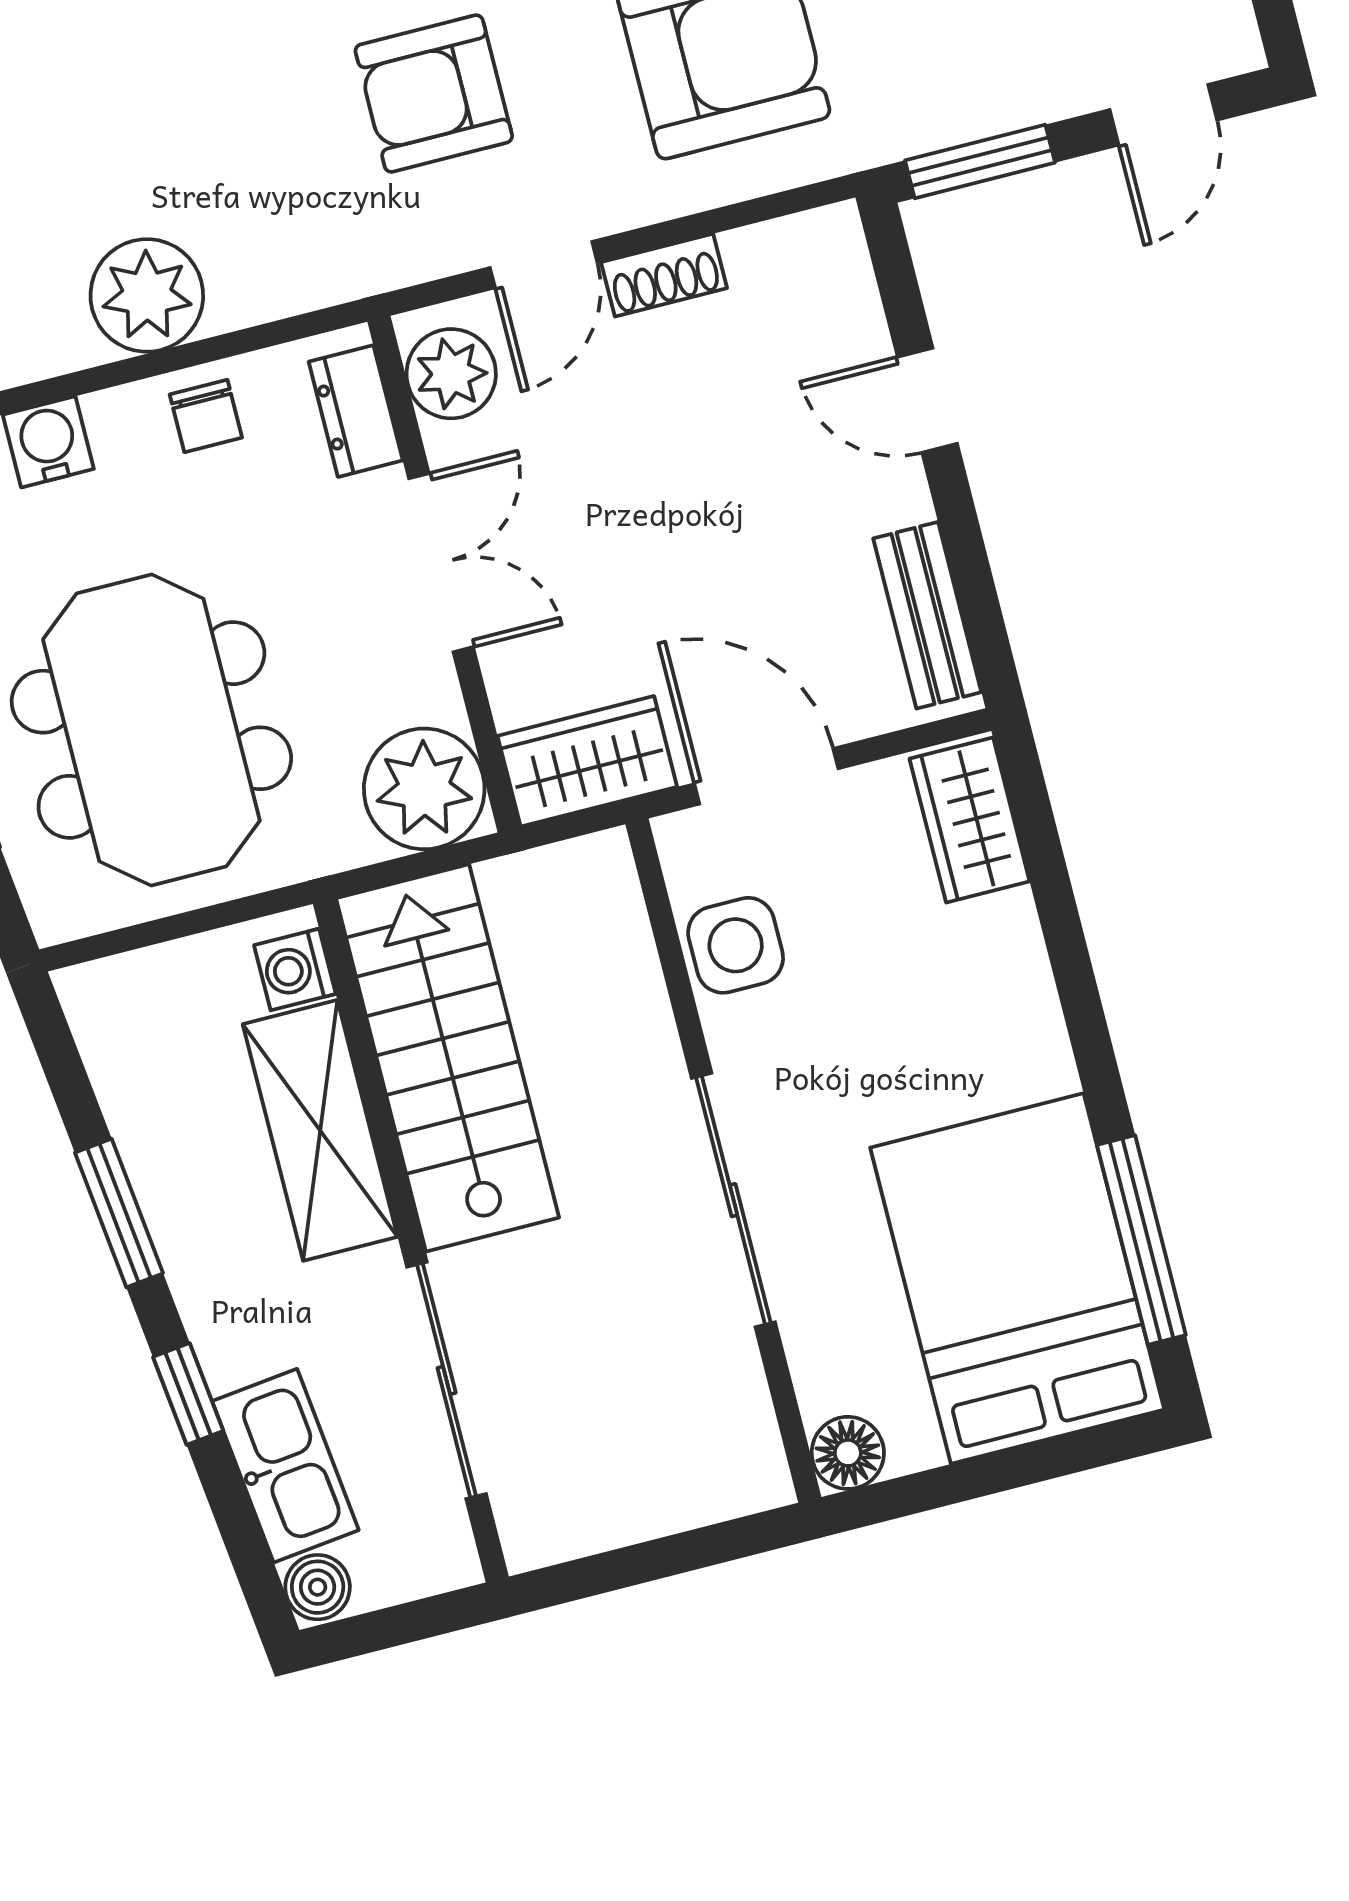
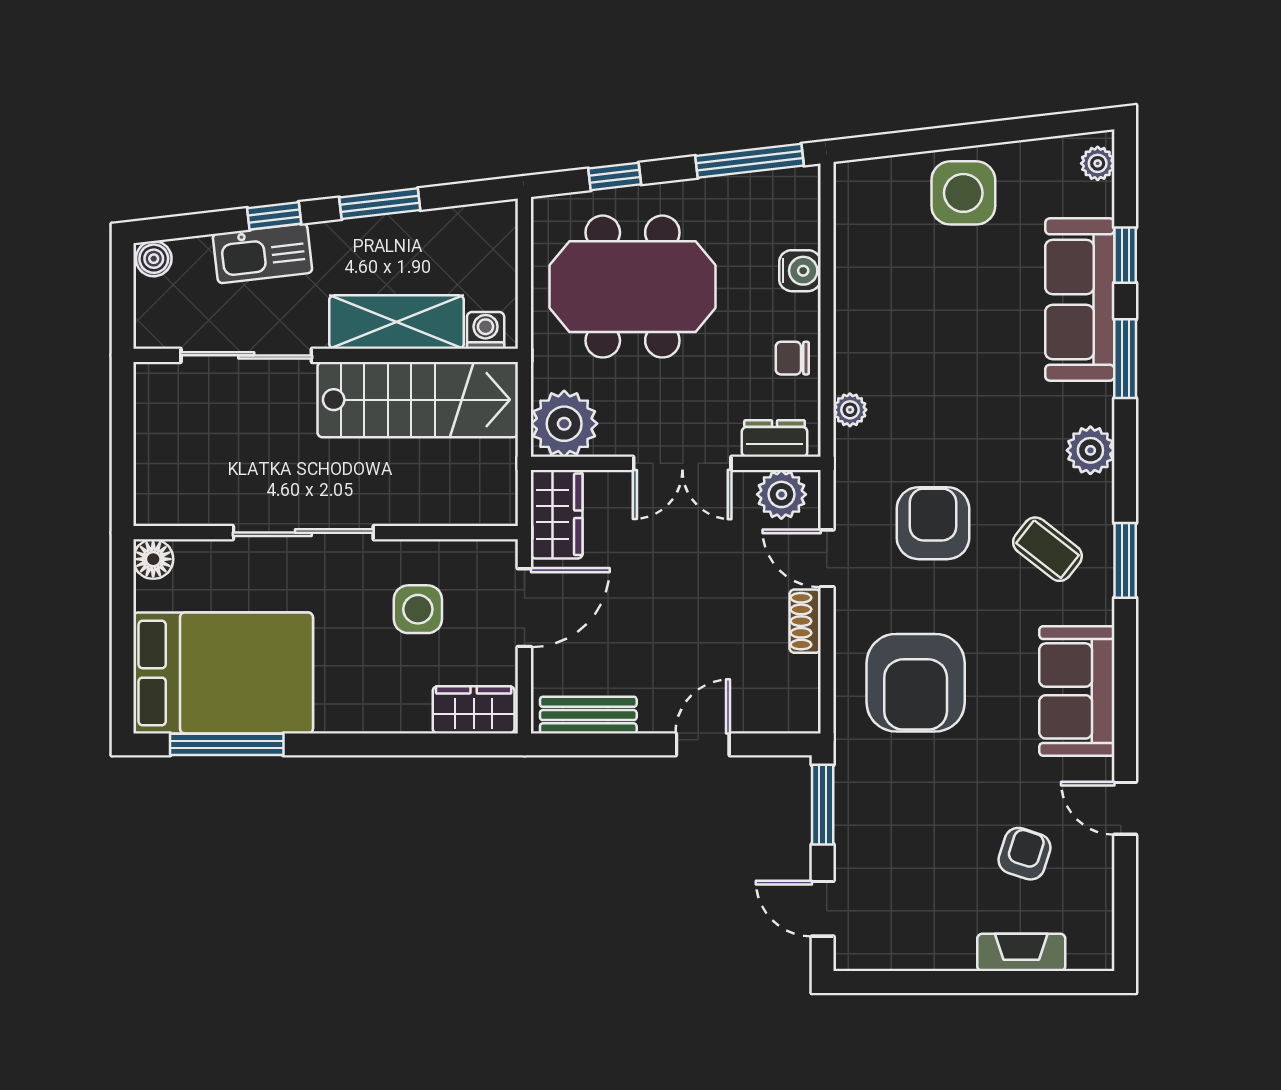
plant: (147, 295) -> (850, 410), moved, width x0.53, depth x0.53
side table: (736, 945) -> (418, 609), moved
kitchen sink: (285, 1466) -> (262, 253), moved

